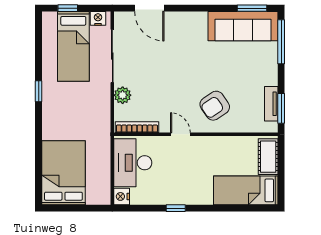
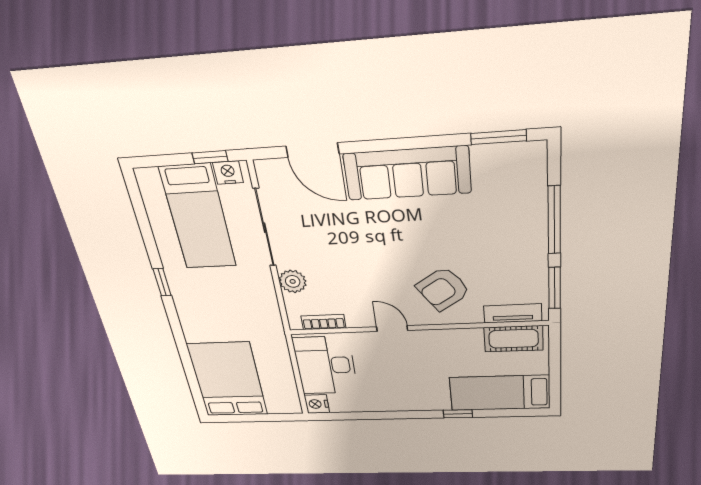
window: (68, 8) -> (210, 157), moved
sofa: (243, 26) -> (407, 173), moved
window: (281, 42) -> (554, 220), moved
tv unit: (271, 104) -> (513, 313), moved, turned 90
bookcase: (137, 127) -> (323, 322), width x0.64
cot: (268, 157) -> (514, 339), moved, turned 90
window: (176, 208) -> (458, 414), moved

